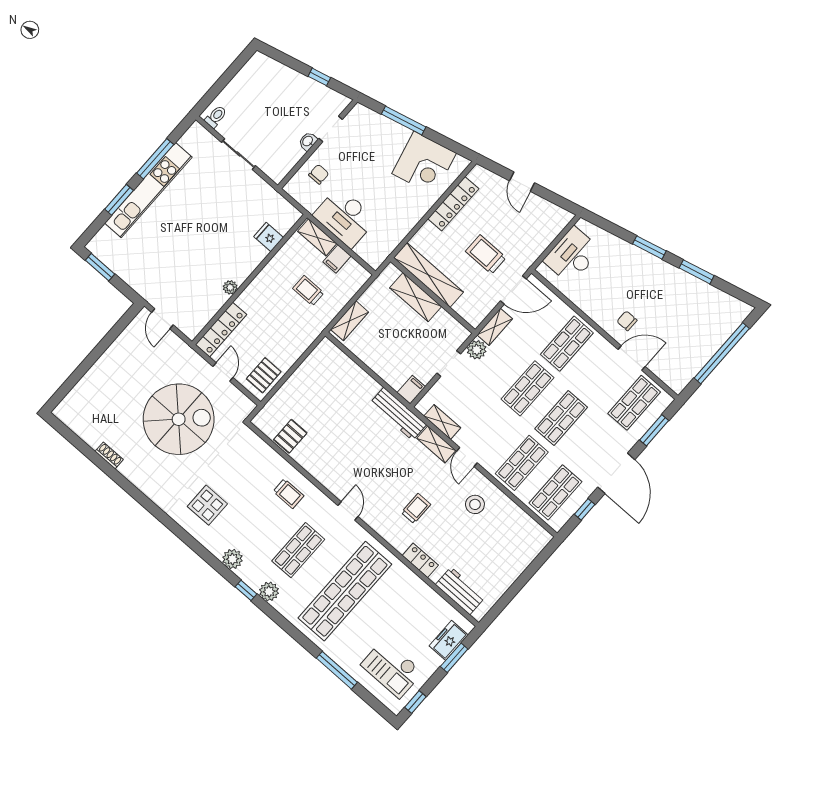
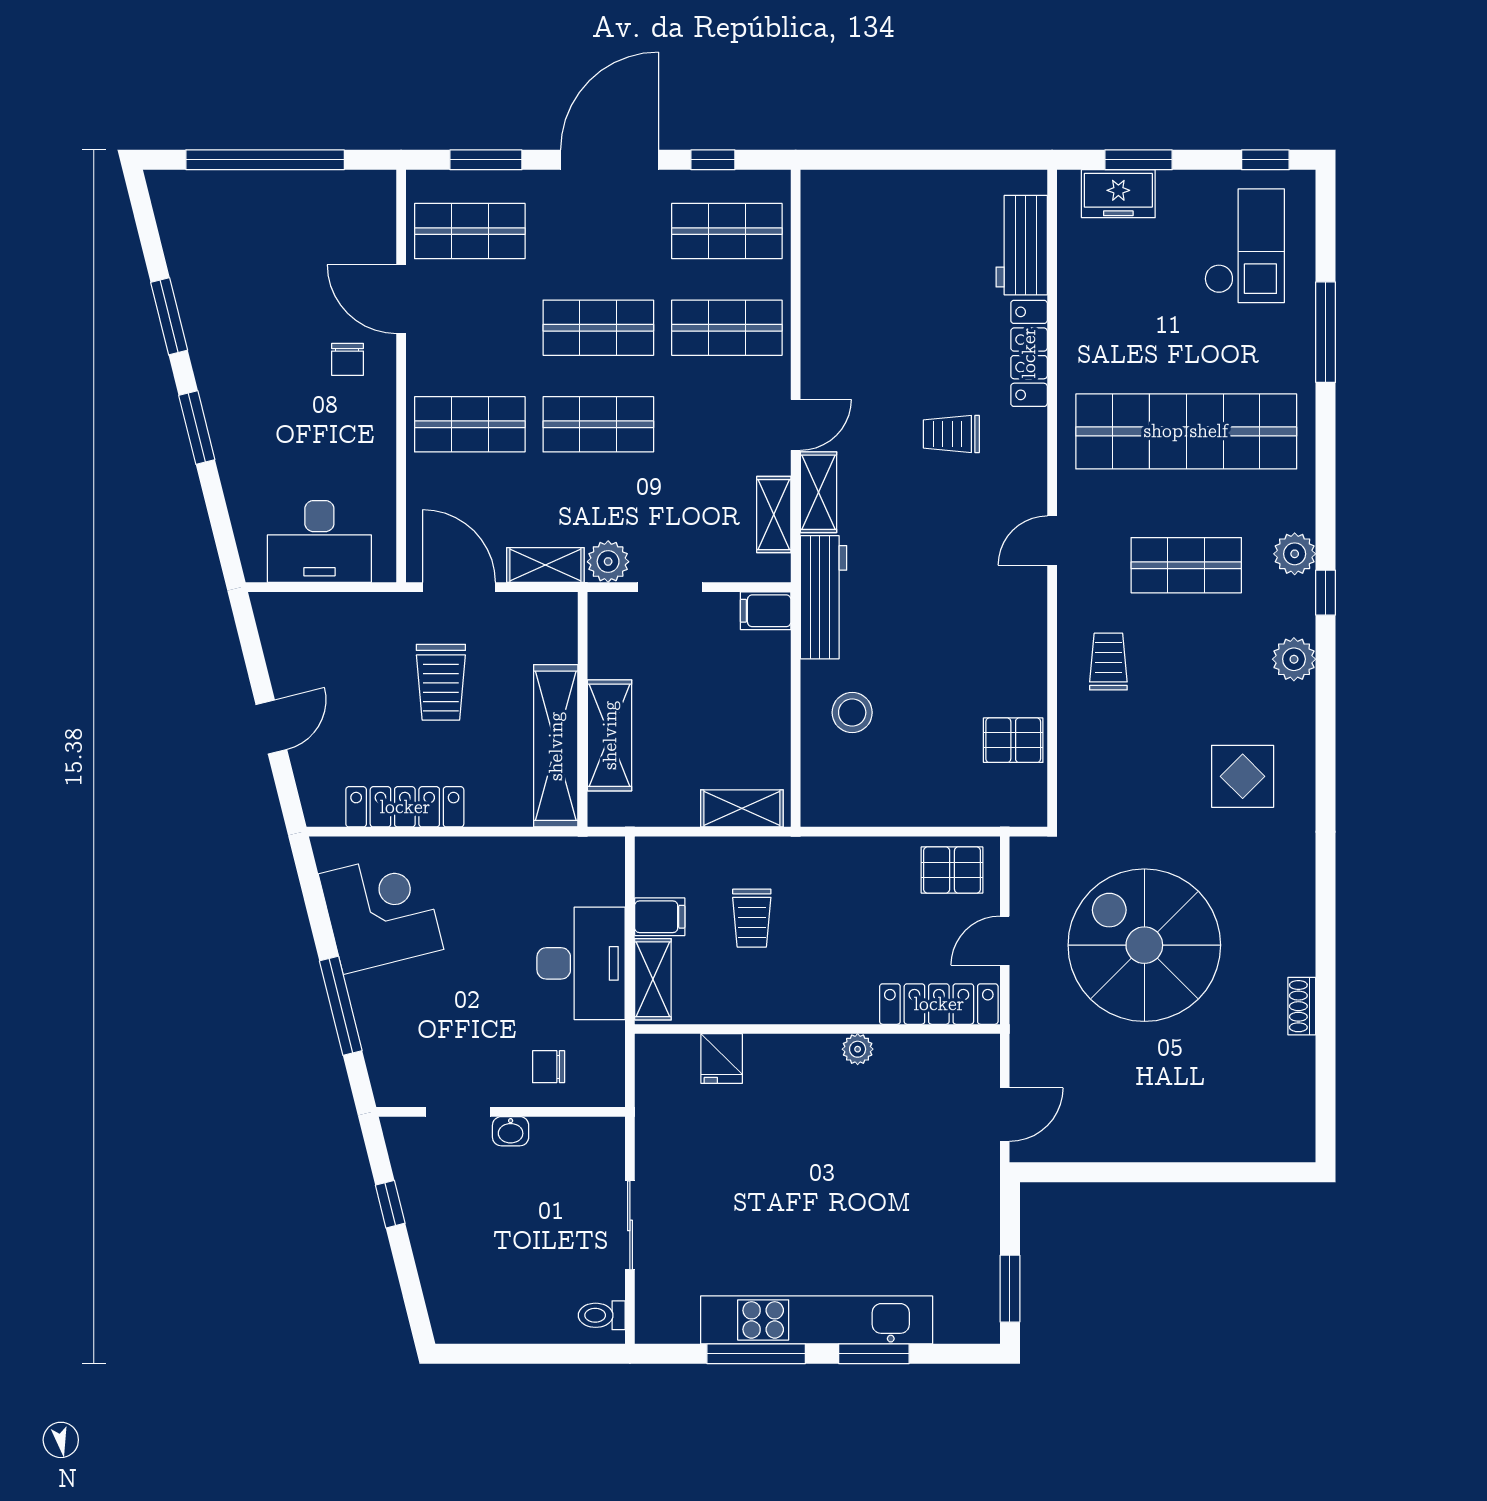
stool: (475, 504) -> (852, 712), moved
locker: (420, 560) -> (1029, 353), width x1.53

